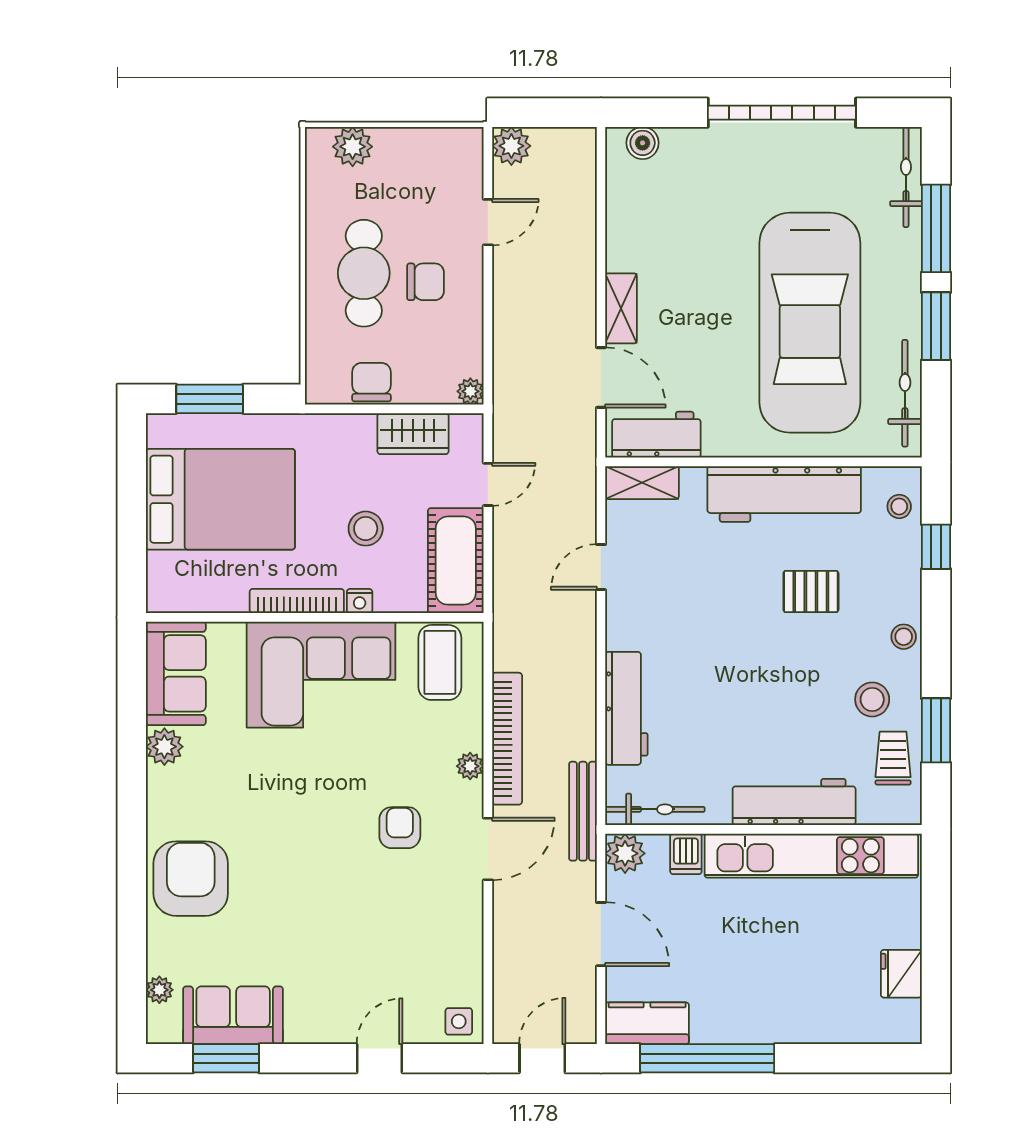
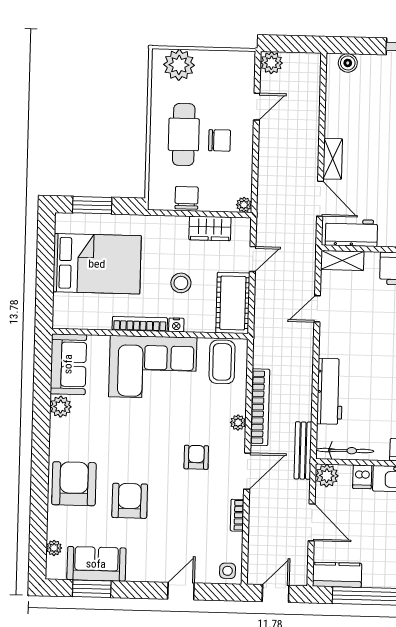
plant: (353, 147) -> (179, 65), width x1.36, depth x1.36
armchair: (287, 905) -> (130, 501), added
bookcase: (473, 925) -> (237, 515), added

